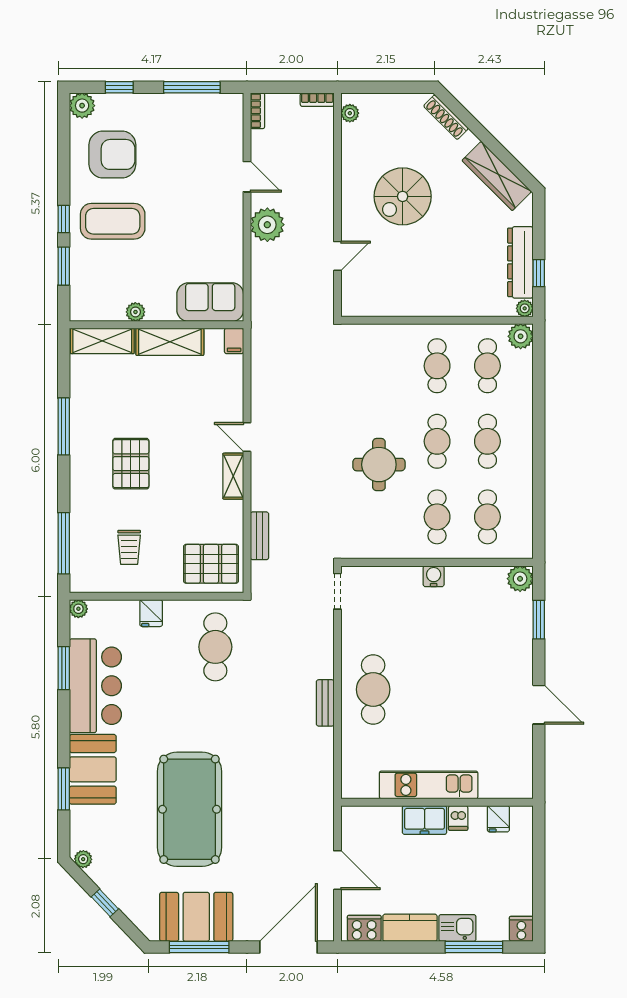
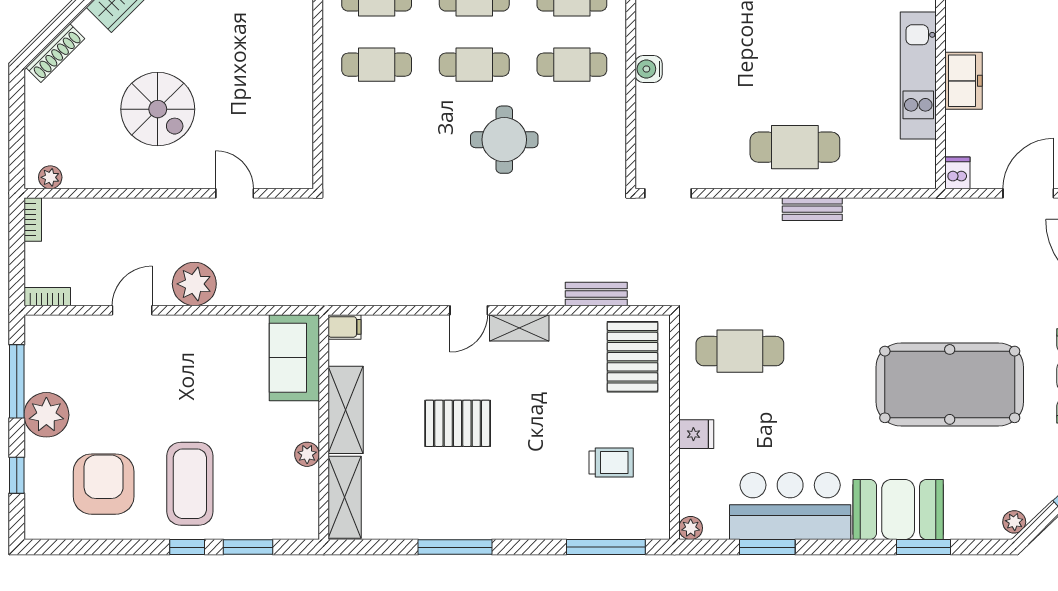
plant: (82, 106) -> (46, 415), moved, width x1.36, depth x1.36
pallet: (131, 464) -> (458, 423), moved
dishwasher: (458, 818) -> (957, 173), moved, turned -90

